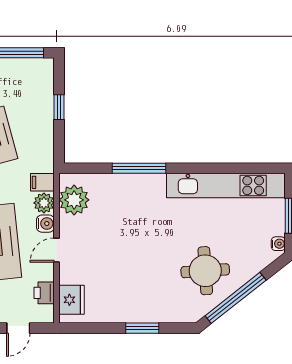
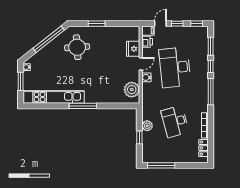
window: (139, 168) -> (83, 106), moved
filing cabinet: (42, 182) -> (148, 31), moved
plant: (44, 203) -> (147, 126), moved
round table: (205, 271) -> (77, 47), moved
fridge: (71, 300) -> (133, 49), moved

